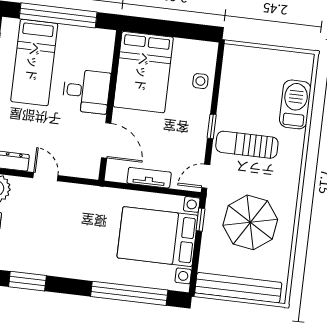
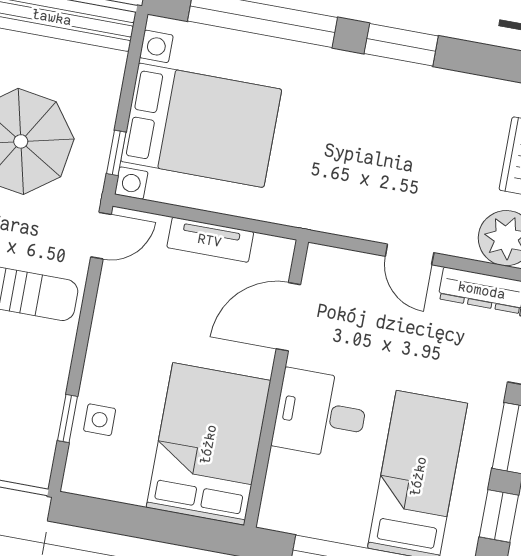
window: (212, 126) -> (67, 419), moved
door: (106, 140) -> (288, 317), hinge flipped
window: (27, 281) -> (401, 45), moved

